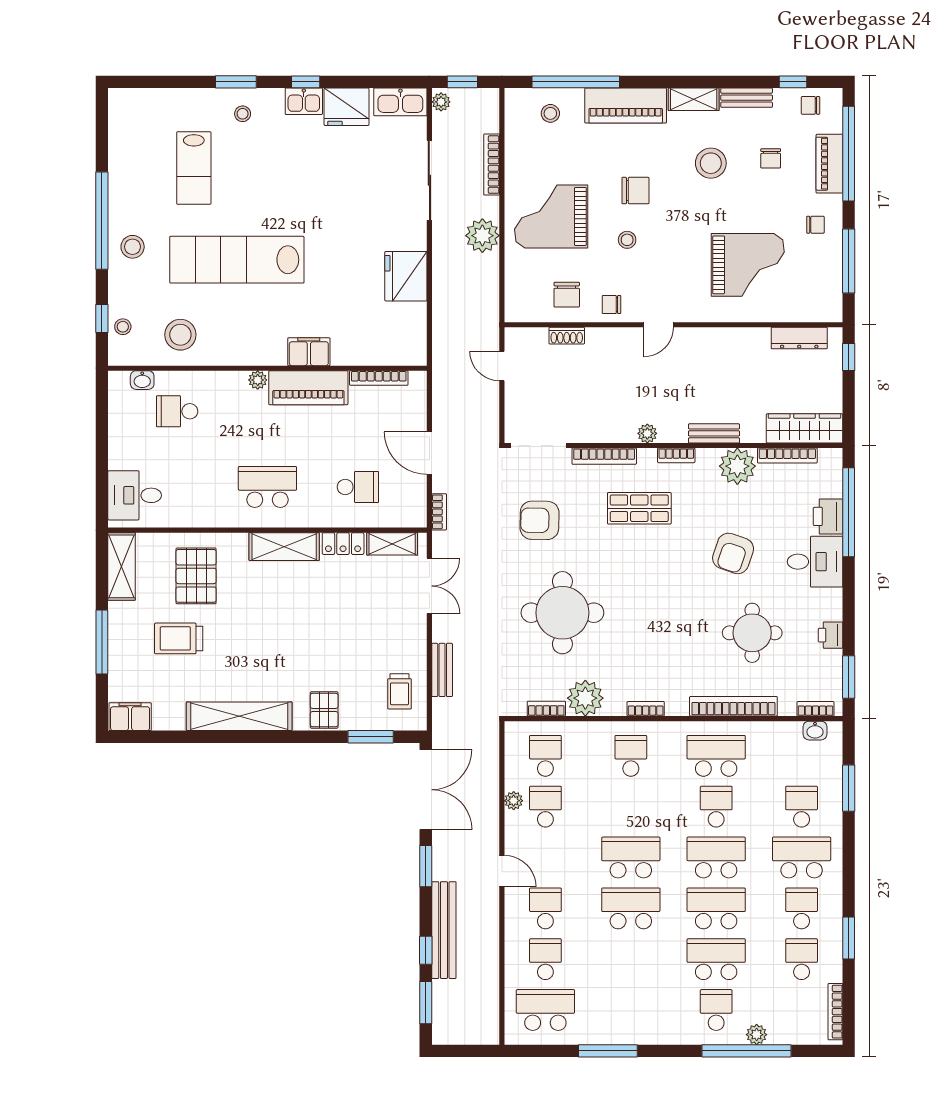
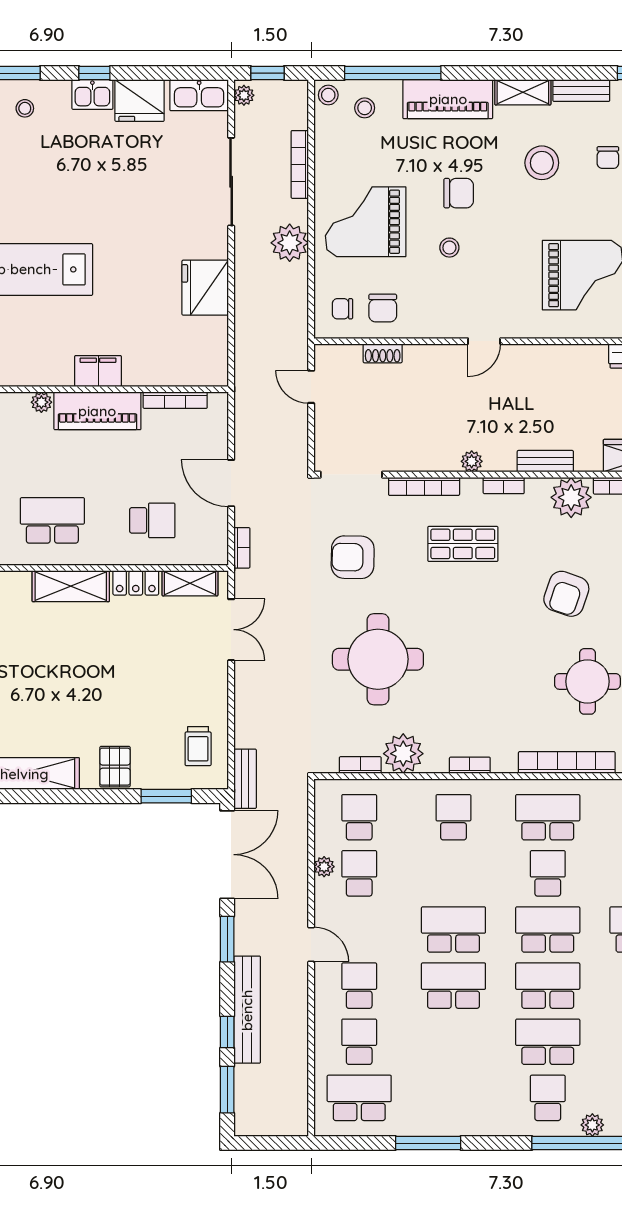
stool: (517, 102) -> (328, 95), added
chair: (611, 305) -> (342, 309), moved
bench: (442, 670) -> (245, 779), moved

